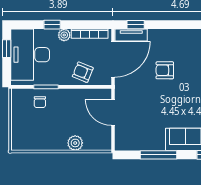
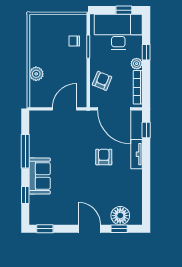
tv unit: (131, 35) -> (136, 154), moved

